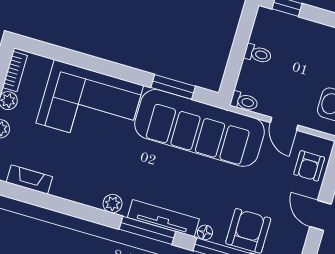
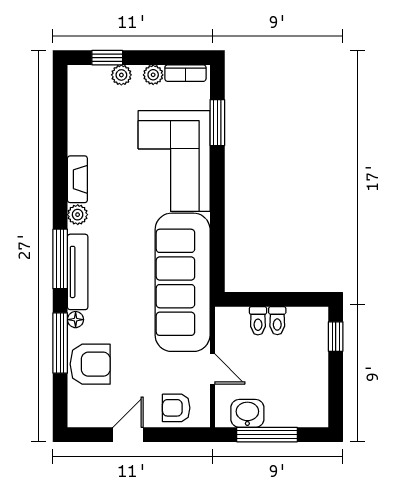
window: (173, 87) -> (217, 123), moved
toilet: (244, 101) -> (258, 321), moved
door: (284, 124) -> (212, 369), swing flipped
fireplace: (29, 180) -> (77, 179), moved

